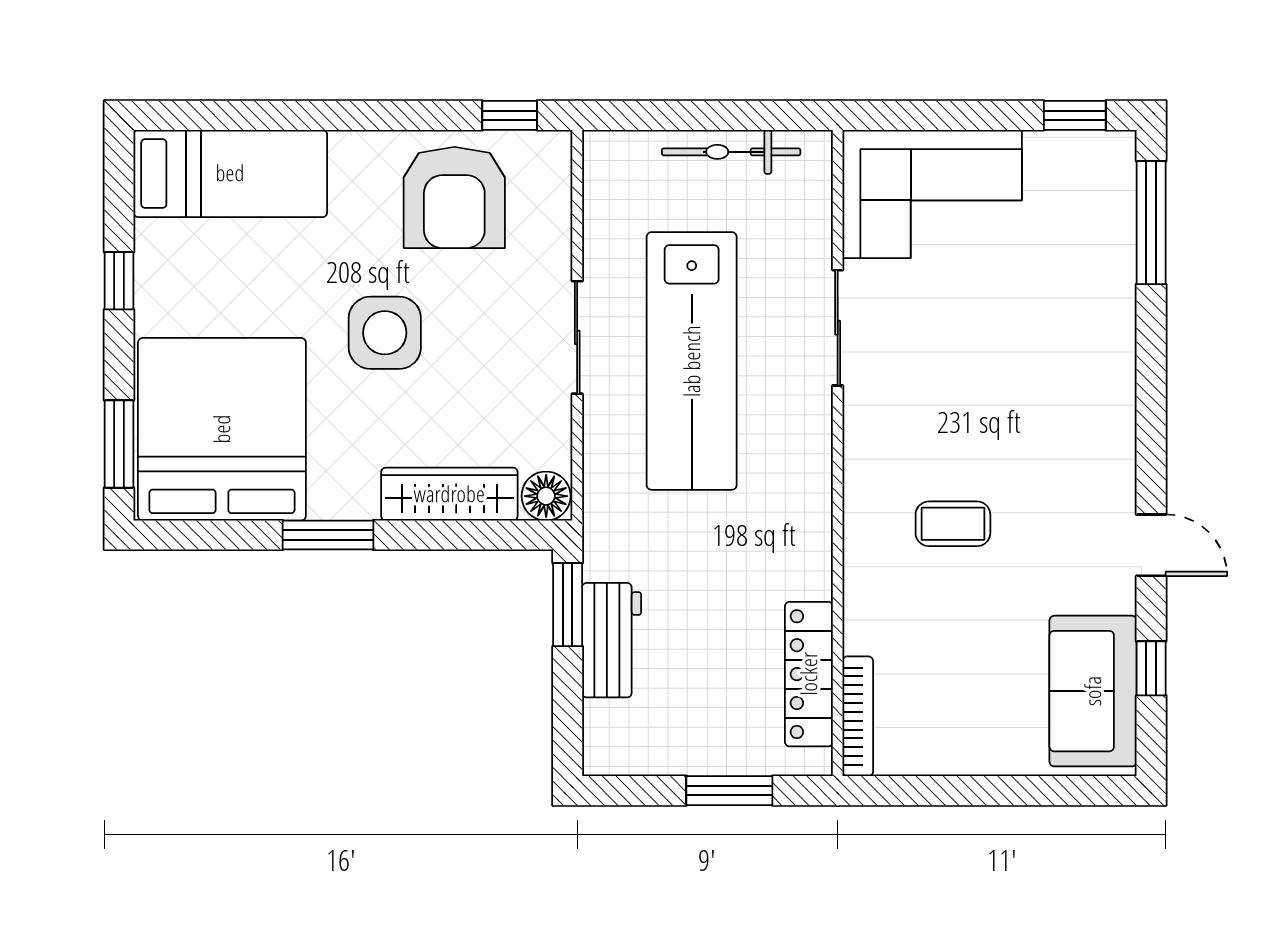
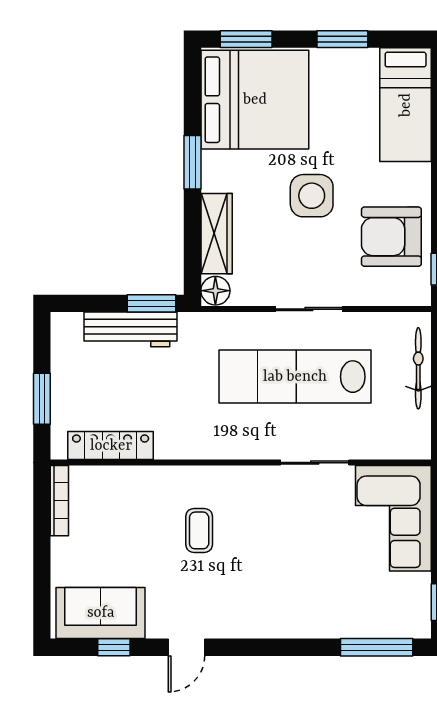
bicycle: (731, 152) -> (418, 368), moved
window: (119, 281) -> (342, 39), width x1.50
workbench: (612, 640) -> (131, 329), width x1.38
bookcase: (858, 716) -> (59, 501), moved, turned -90

